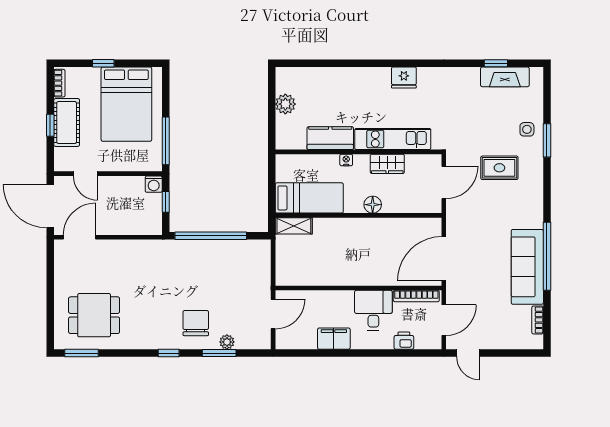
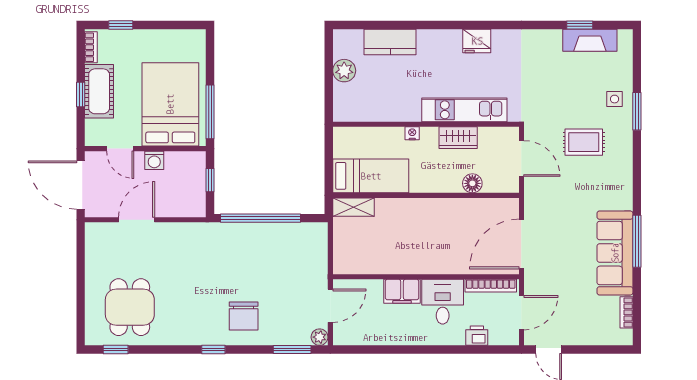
window: (103, 63) -> (121, 25), moved
bed: (126, 104) -> (170, 104), moved, turned 180
kitchen counter: (330, 138) -> (390, 42), moved, turned 180
door: (444, 182) -> (521, 158), hinge flipped
washing machine: (154, 184) -> (154, 160), moved
floor lamp: (373, 205) -> (472, 183), moved
door: (79, 237) -> (137, 220), moved
window: (547, 256) -> (637, 241), width x0.68
dining table: (94, 315) -> (130, 307), turned 90
chair: (196, 323) -> (244, 316), turned 180
filing cabinet: (334, 339) -> (402, 291), moved, turned 180
plant: (227, 342) -> (320, 337), moved
window: (81, 353) -> (116, 349), width x0.67
window: (219, 353) -> (292, 349), moved

